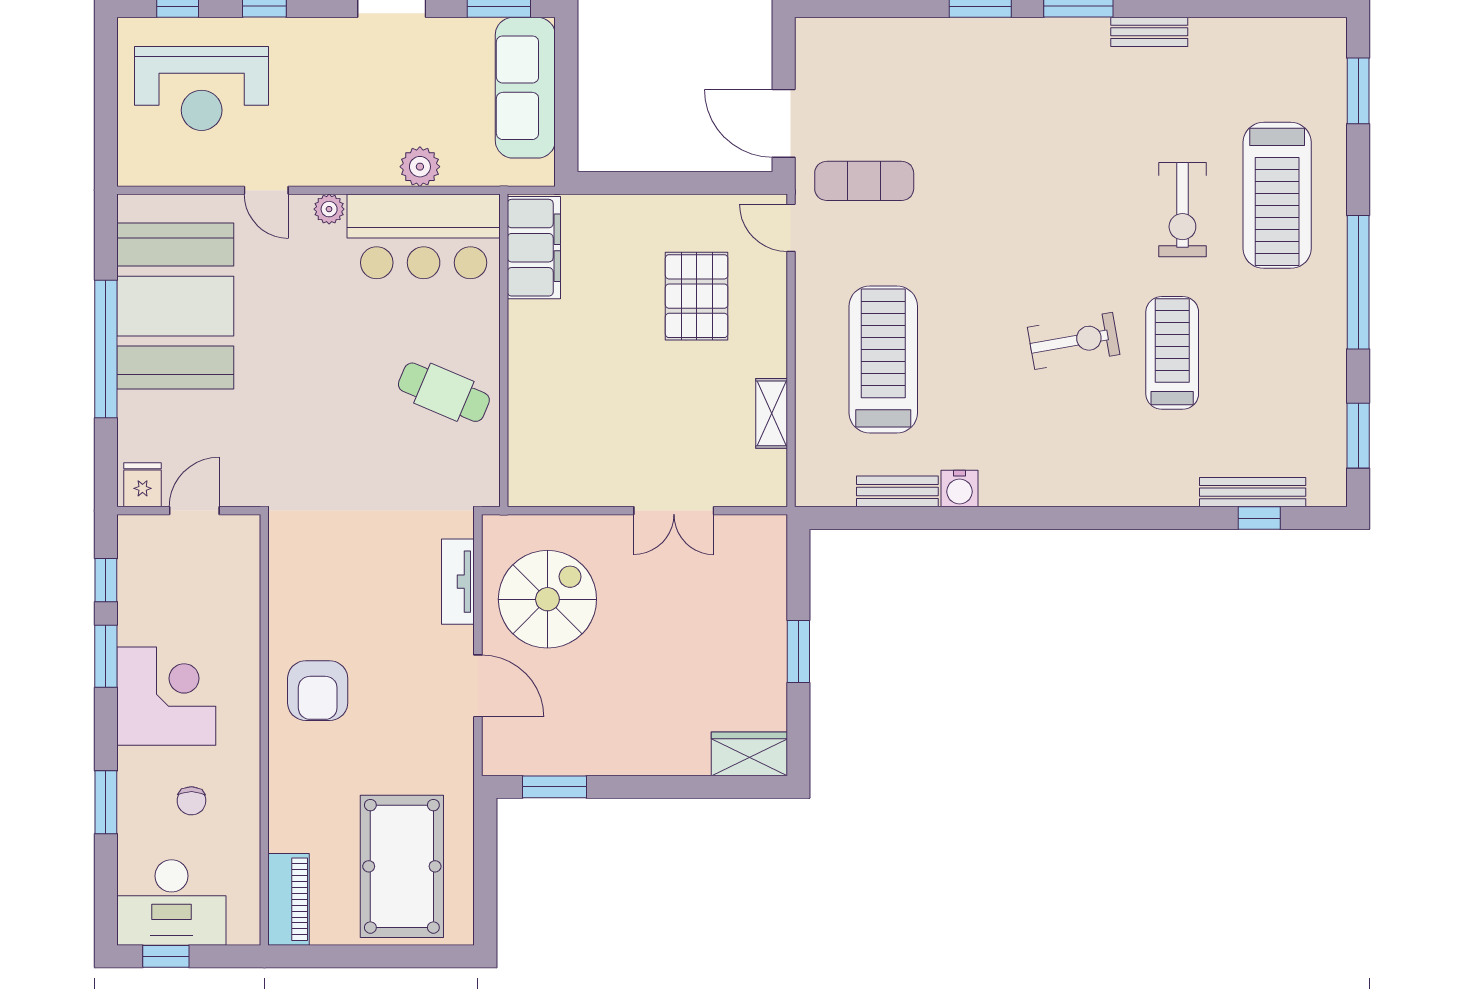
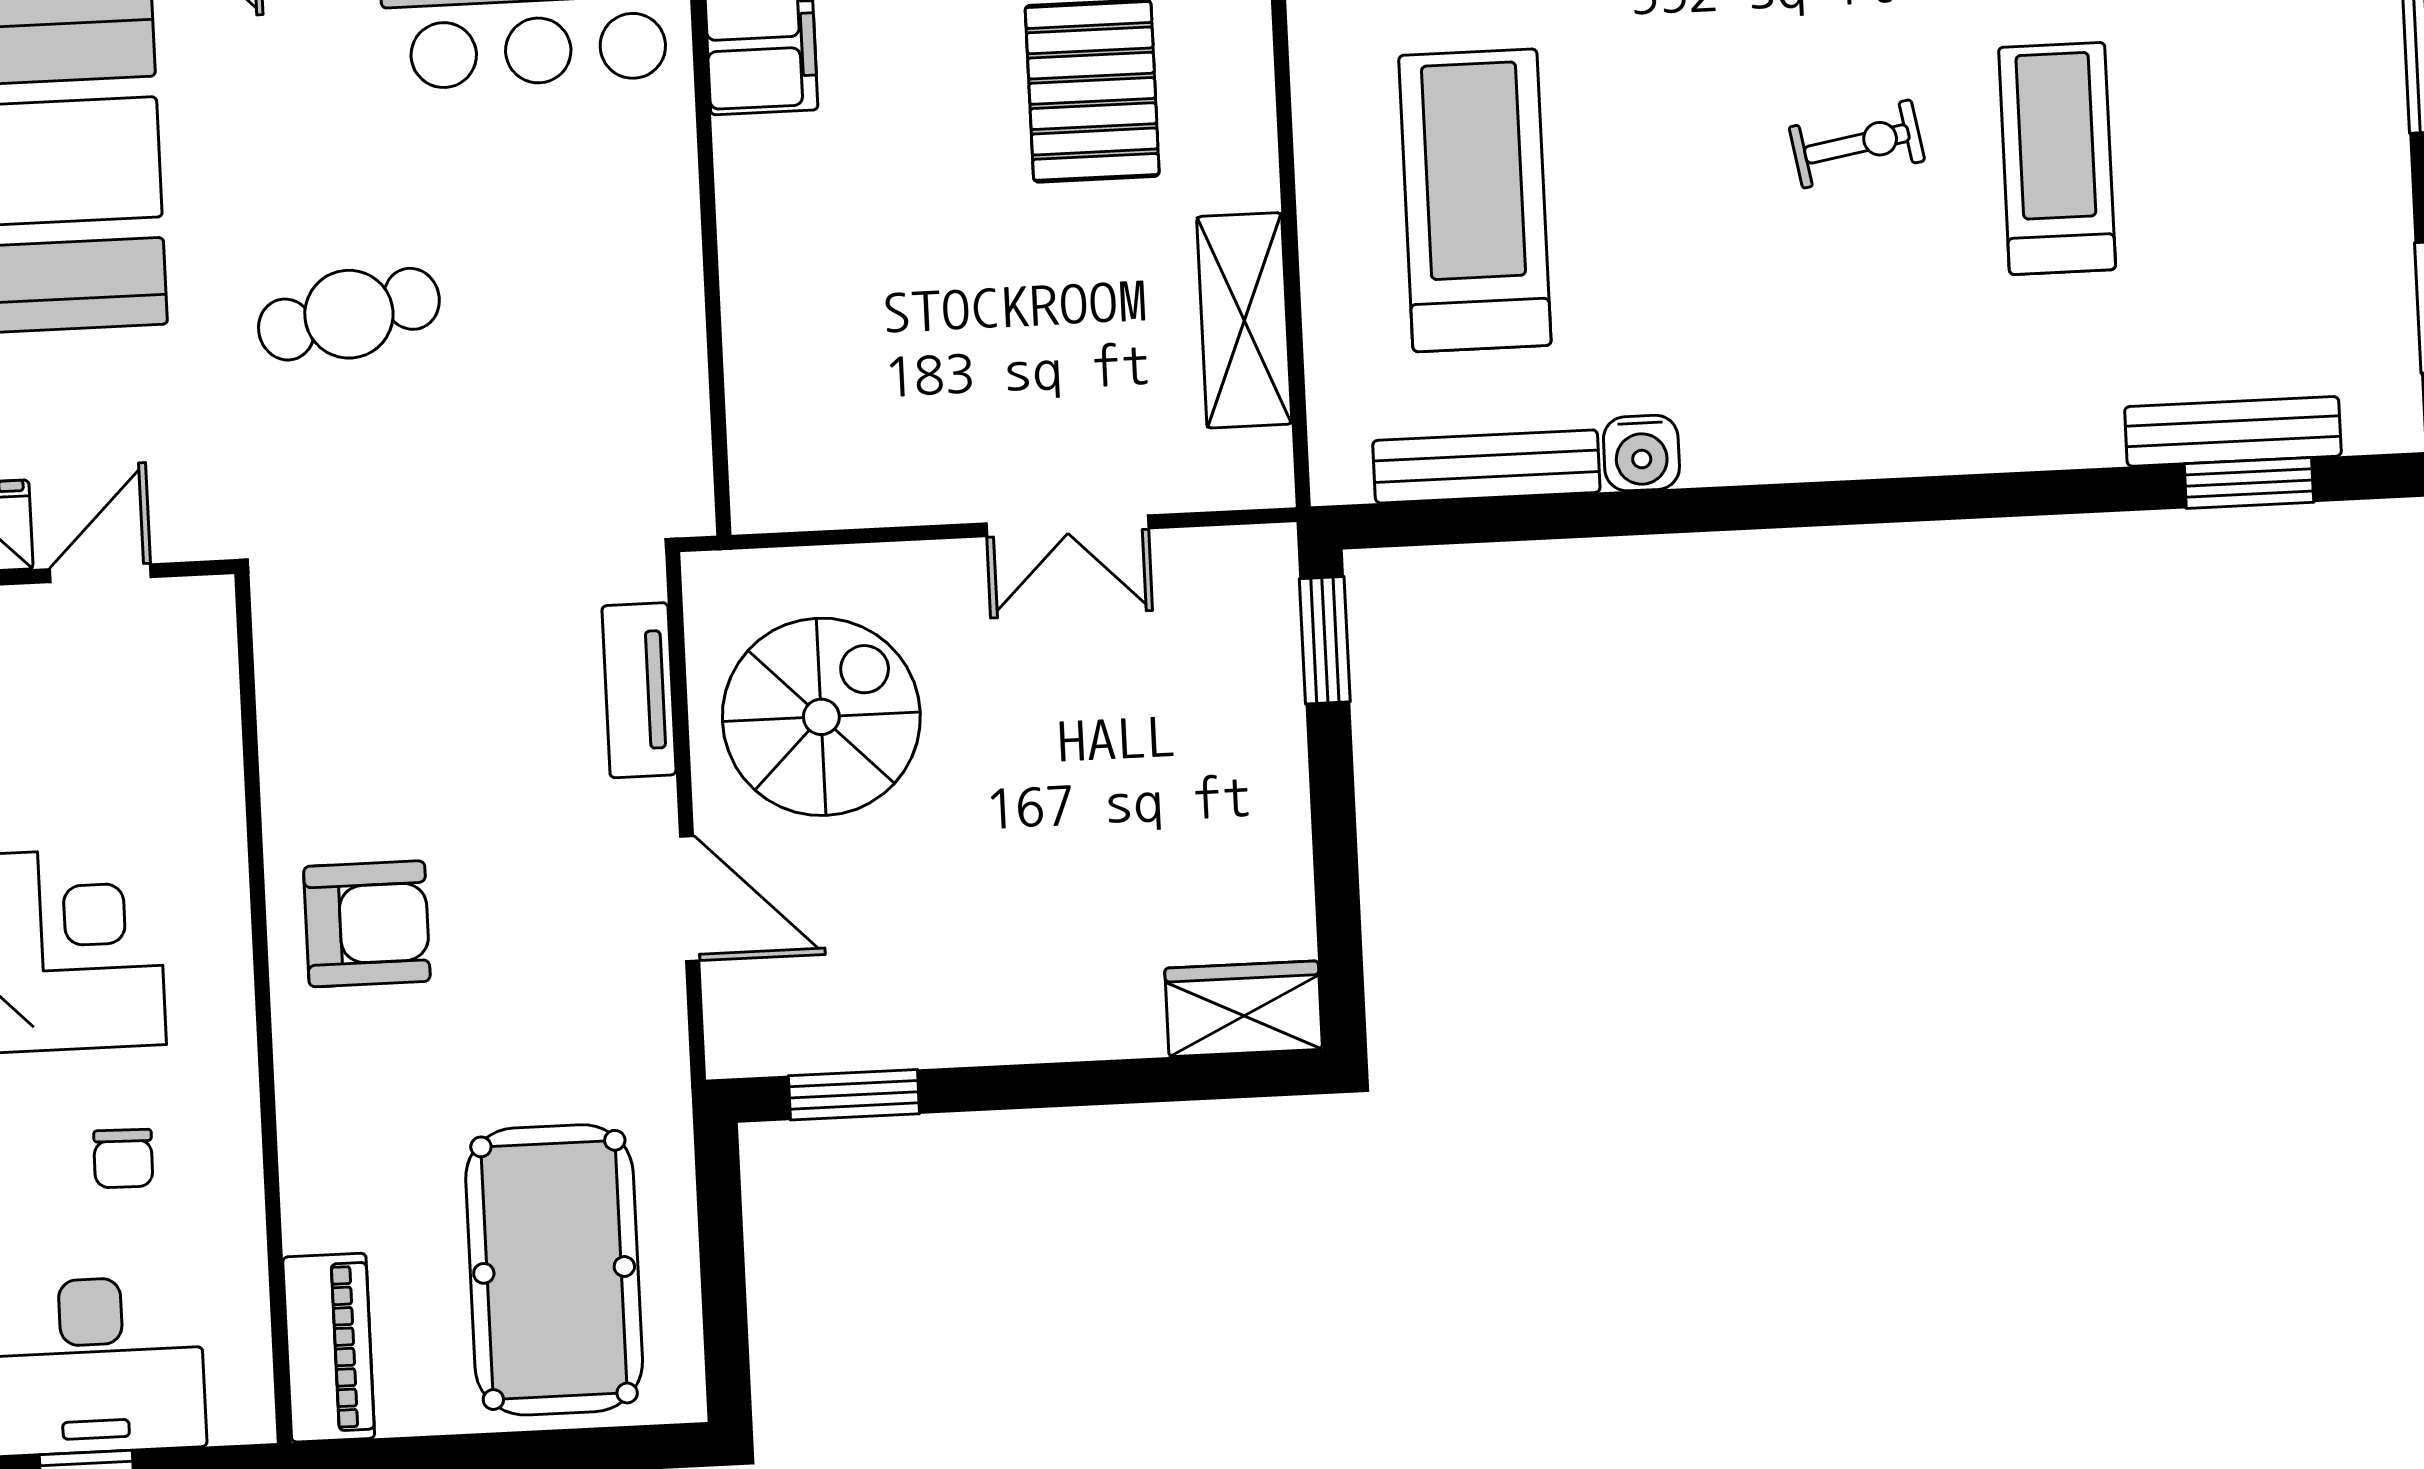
exercise bike: (1074, 341) -> (1857, 144), width x0.73, depth x0.72
cafe table: (444, 392) -> (349, 314), moved, turned -34
shelving: (772, 413) -> (1244, 320), width x1.50, depth x1.33
bench: (897, 491) -> (1486, 466), width x1.36
window: (1259, 518) -> (2249, 483), width x1.50
window: (798, 651) -> (1325, 640), moved
armchair: (318, 691) -> (367, 924), turned -90

